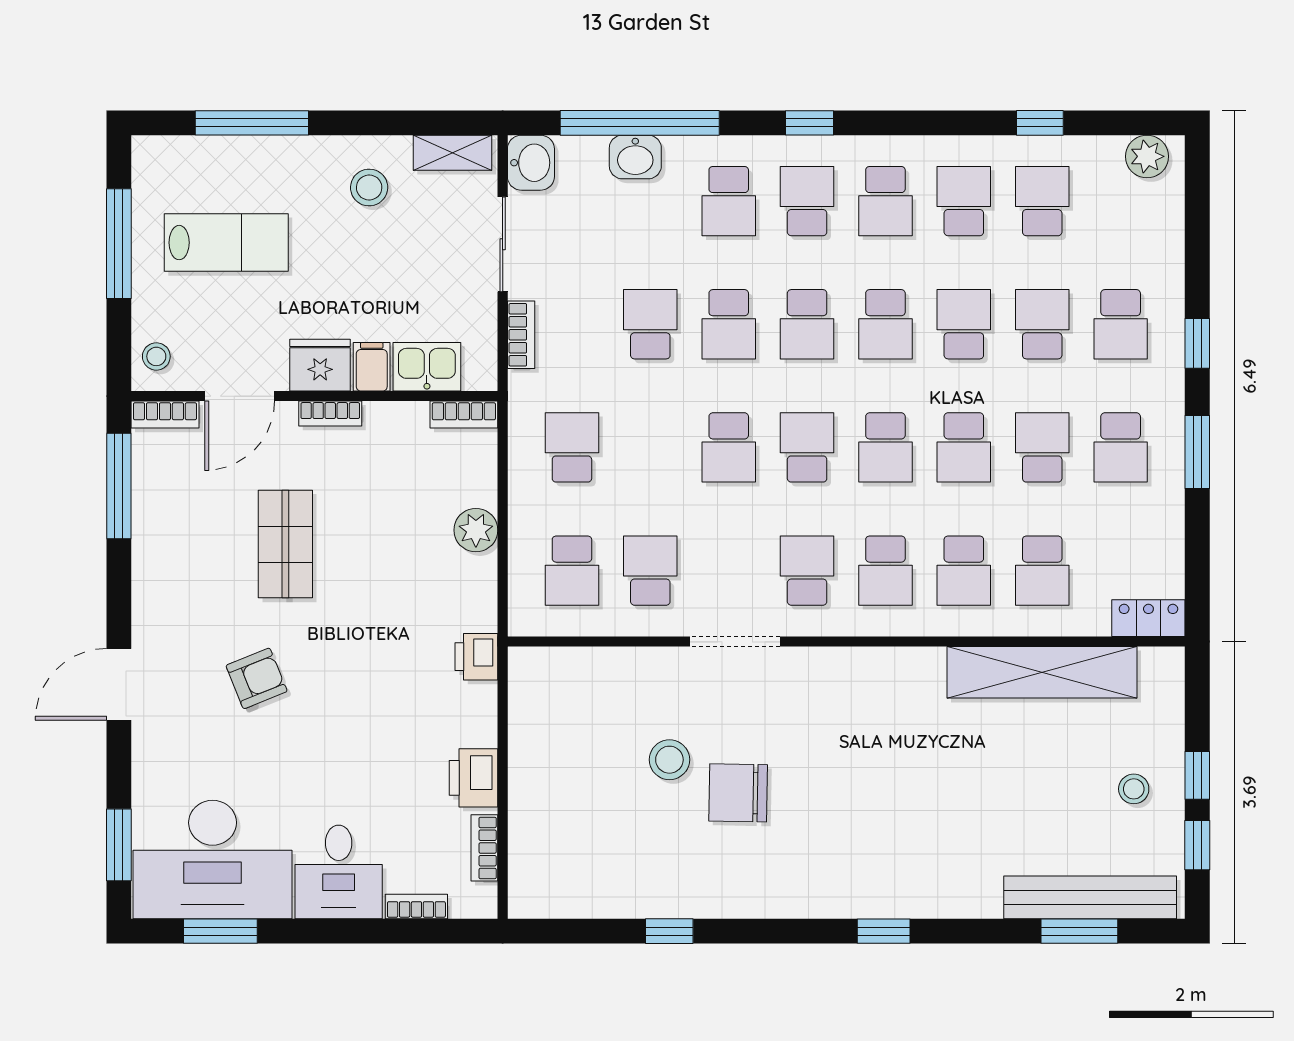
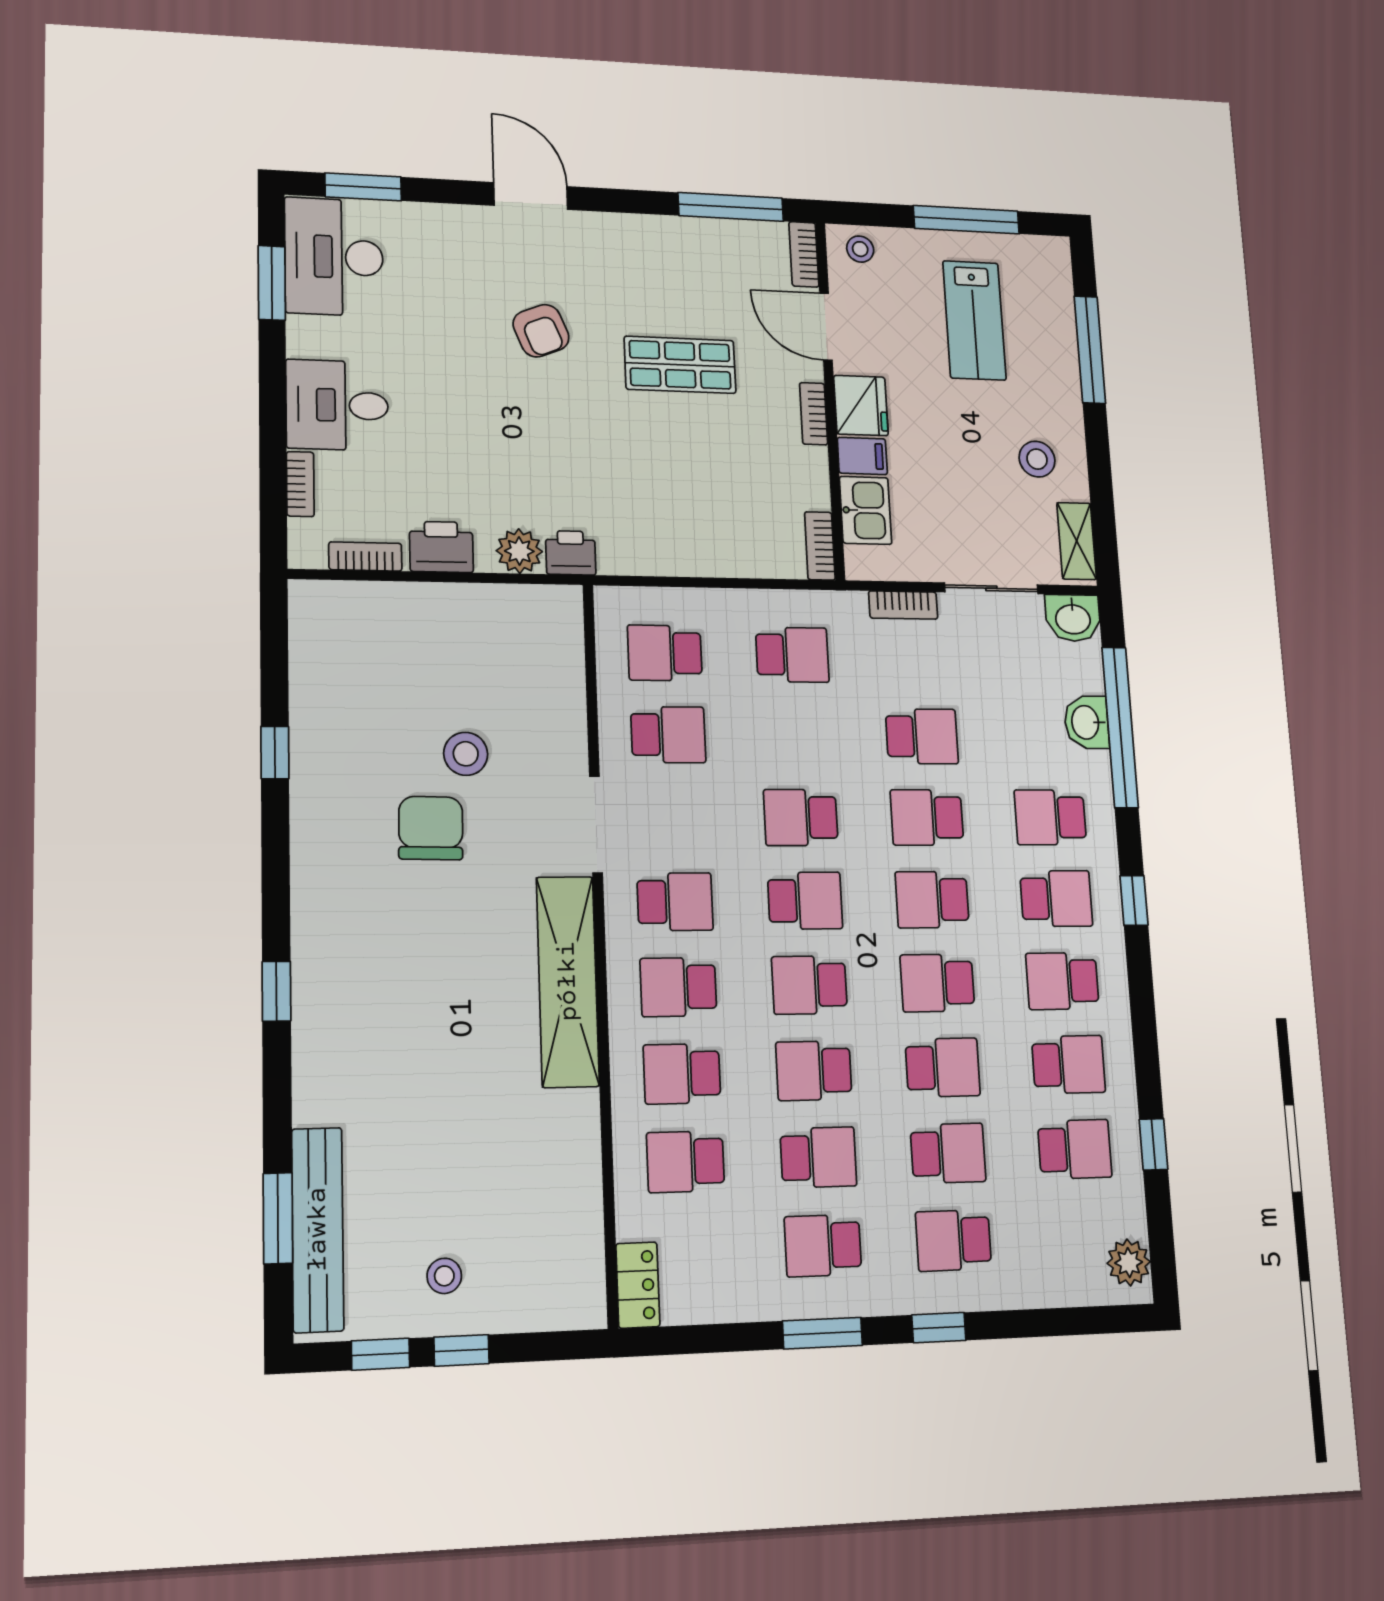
plant: (476, 530) -> (519, 551), moved
shelving: (1042, 672) -> (568, 981), moved
desk: (213, 860) -> (334, 257), width x0.73, depth x0.77

